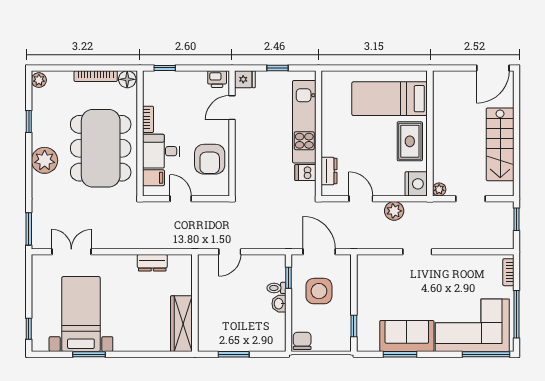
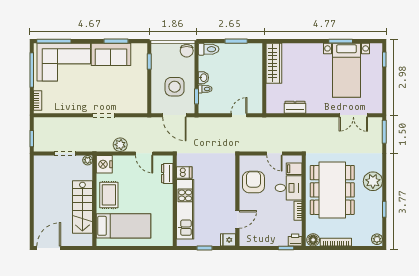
printer: (217, 79) -> (295, 240), moved
stairs: (500, 144) -> (82, 207), moved, turned 180
toilet: (272, 343) -> (209, 49), added

